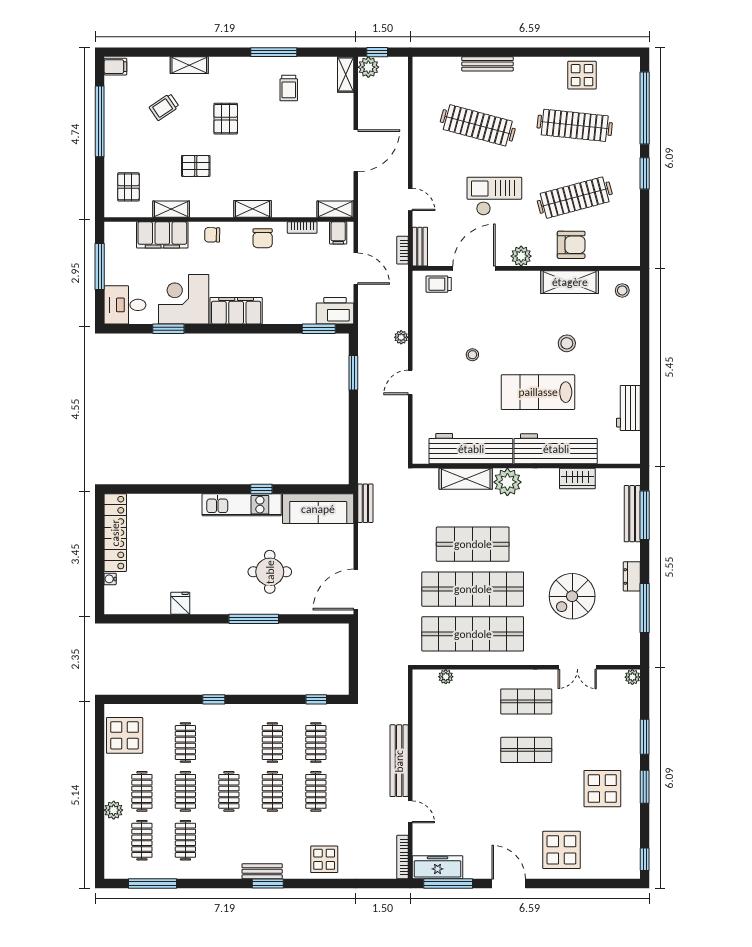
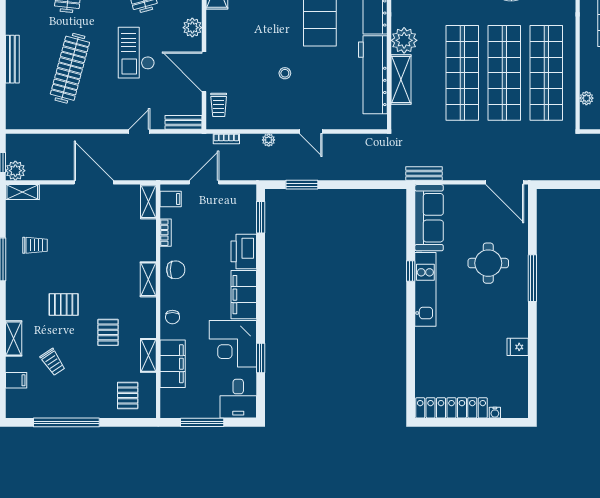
filing cabinet: (115, 67) -> (16, 380), moved, turned 90
pallet: (128, 187) -> (128, 395), turned 90
bookcase: (402, 250) -> (226, 139), moved
printer: (335, 311) -> (244, 251), moved
shop shelf: (473, 544) -> (462, 73), width x1.40

